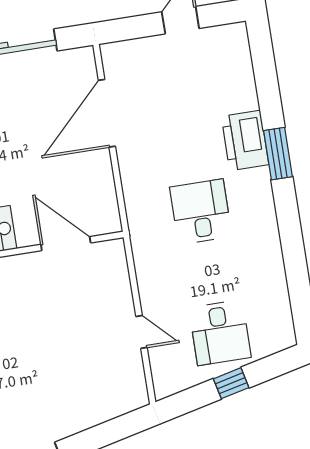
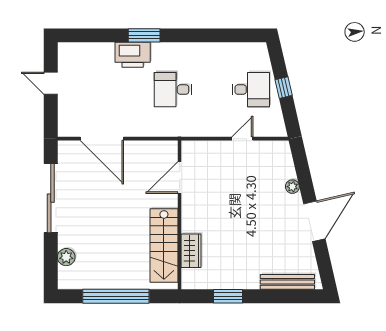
plant: (79, 421) -> (292, 187), added

